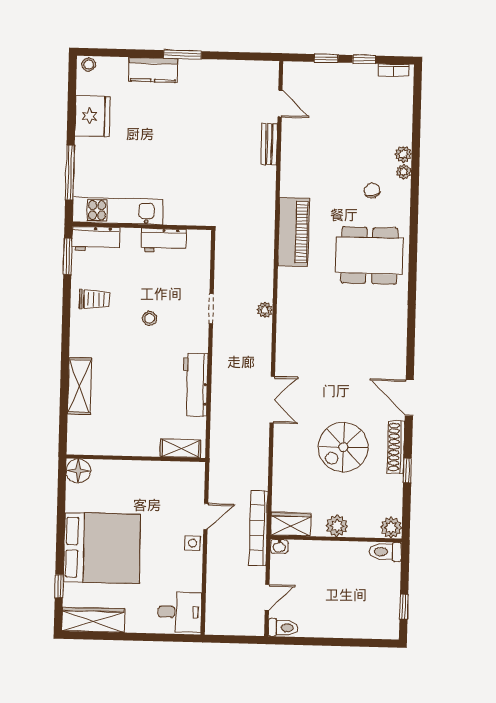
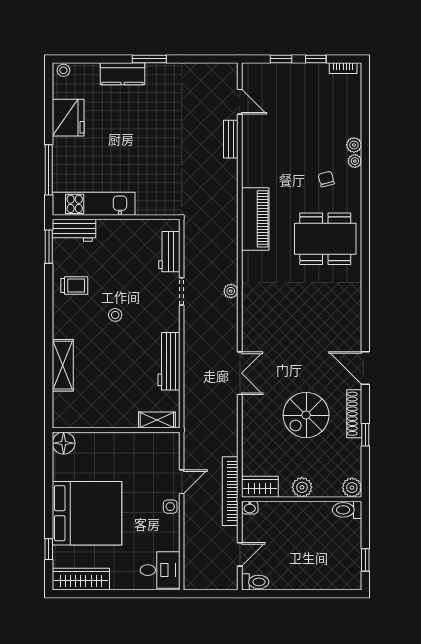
workbench: (164, 240) -> (169, 252), moved, turned 90
stool: (150, 318) -> (115, 315), moved

